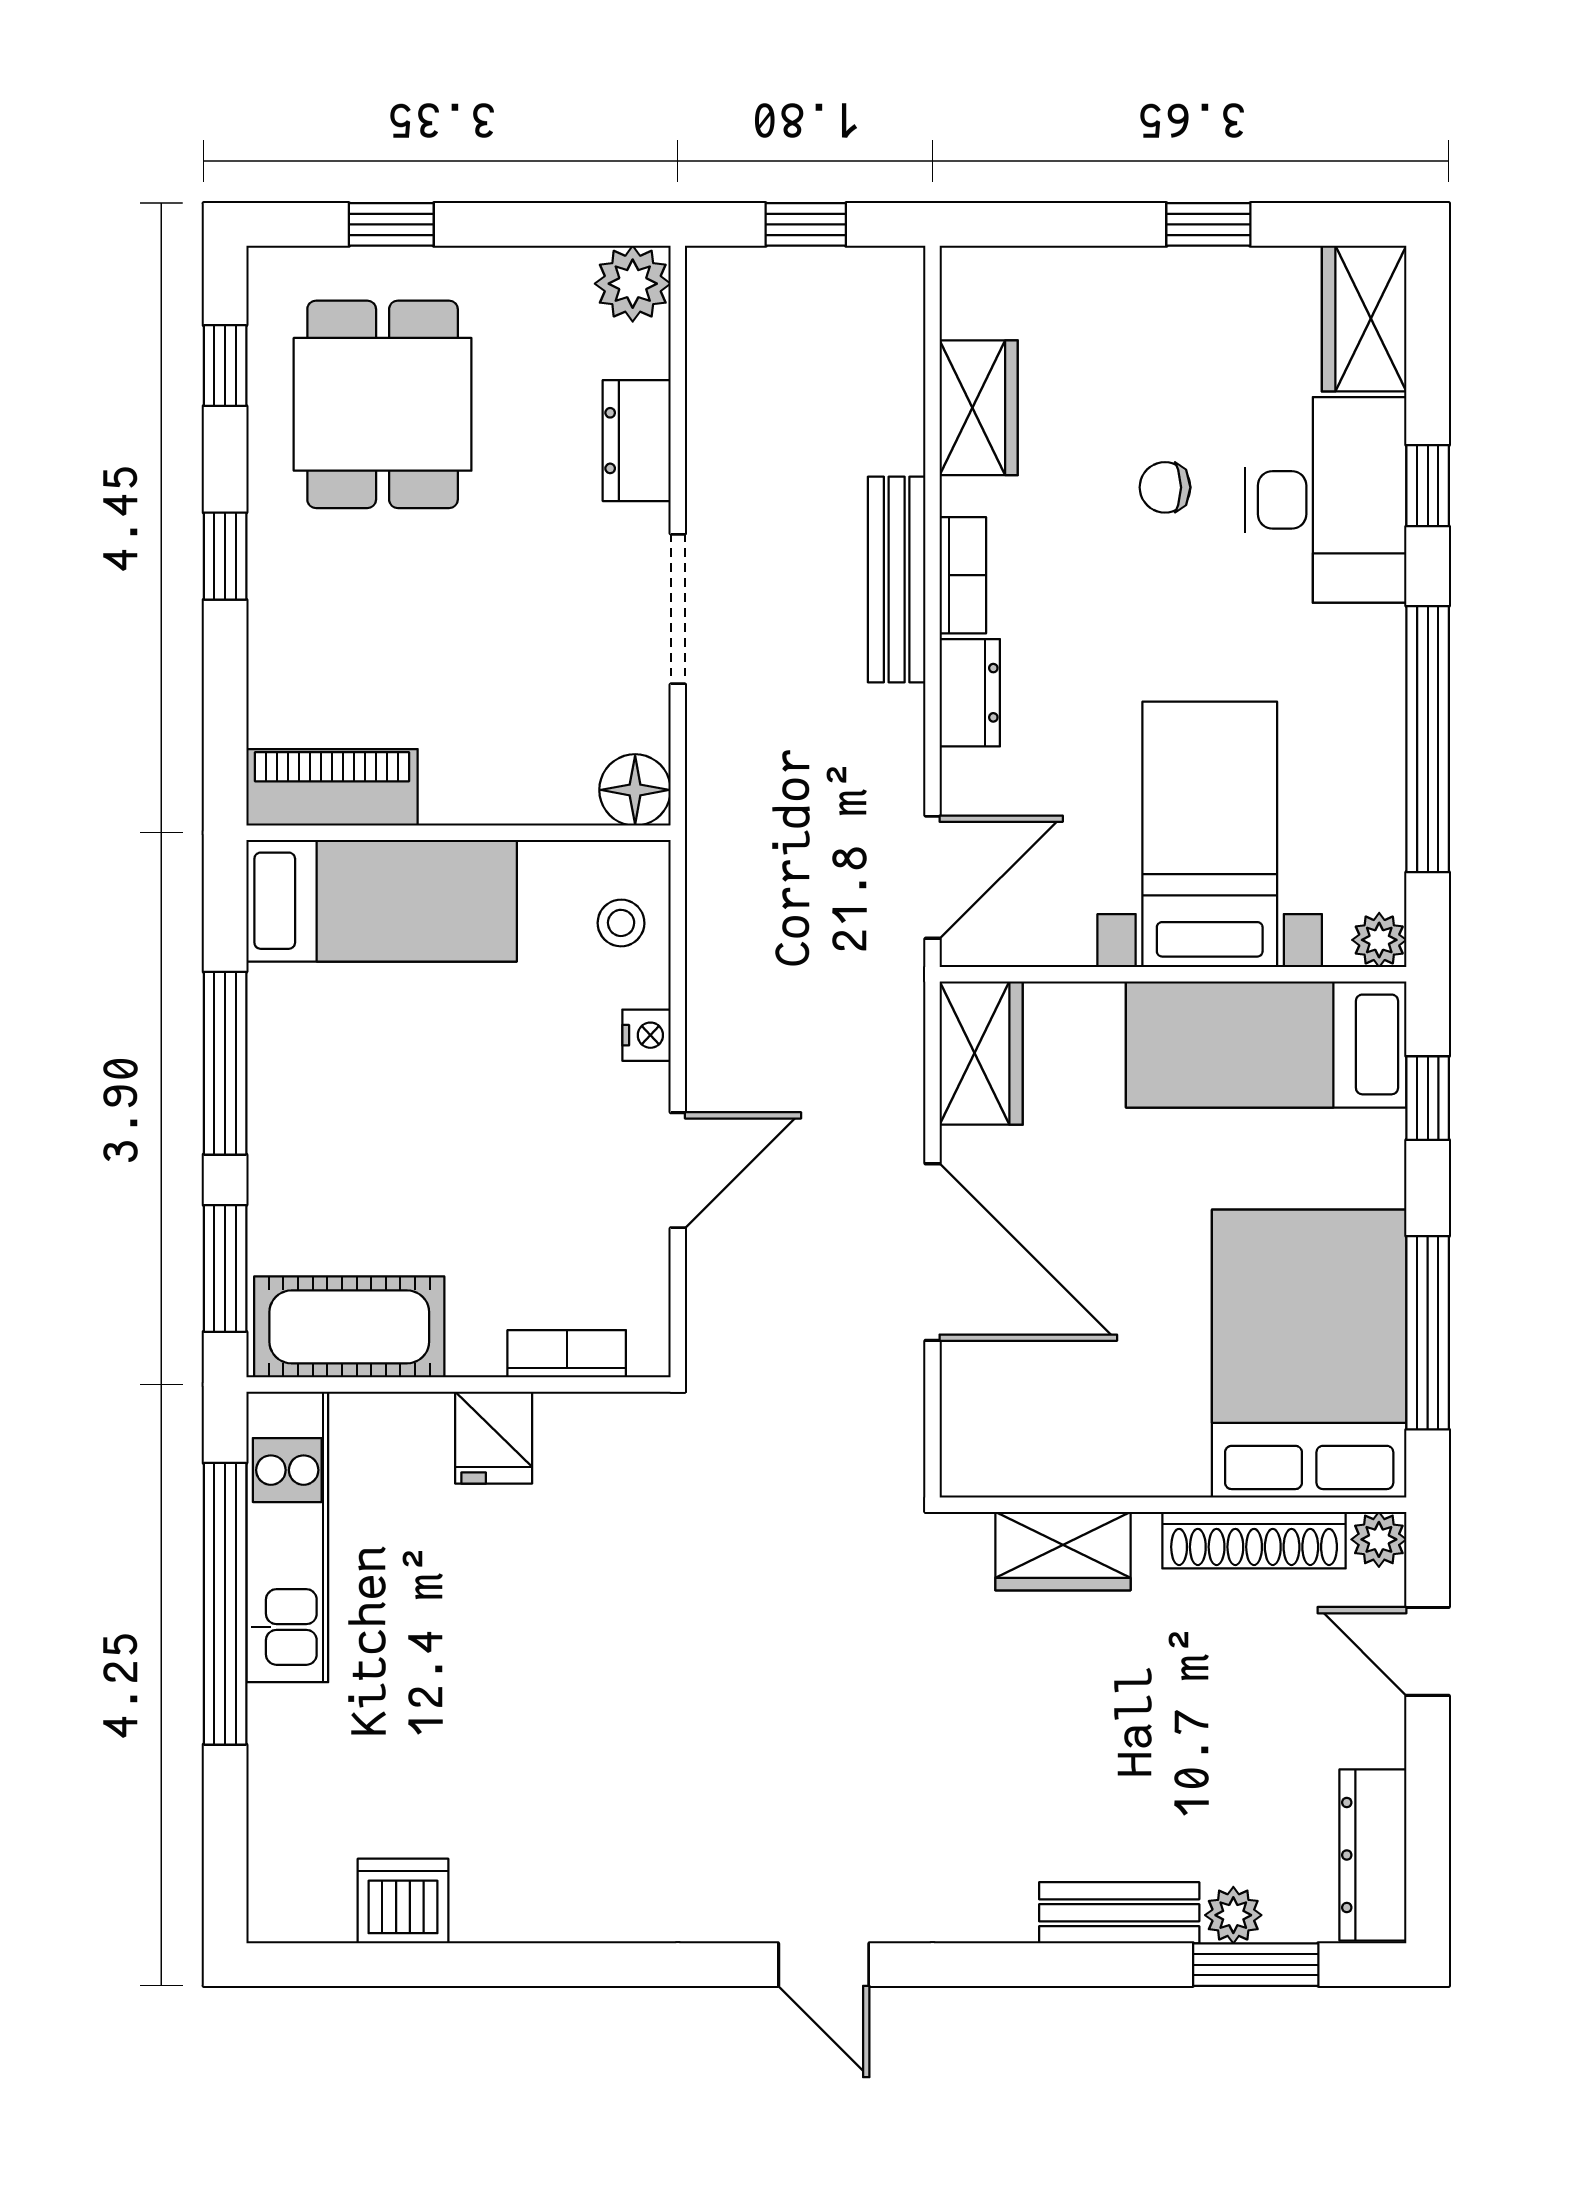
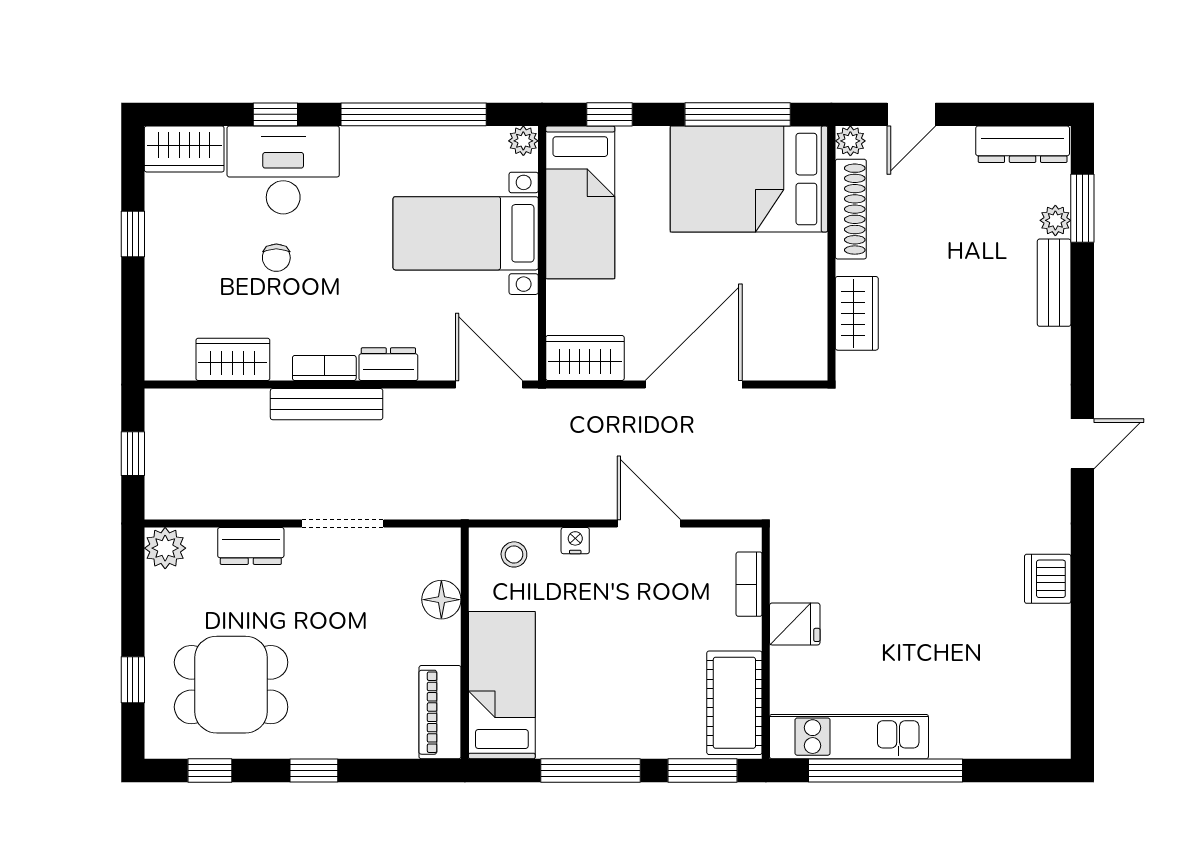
floor lamp: (635, 790) -> (441, 600), moved
dishwasher: (403, 1901) -> (1048, 579), moved

